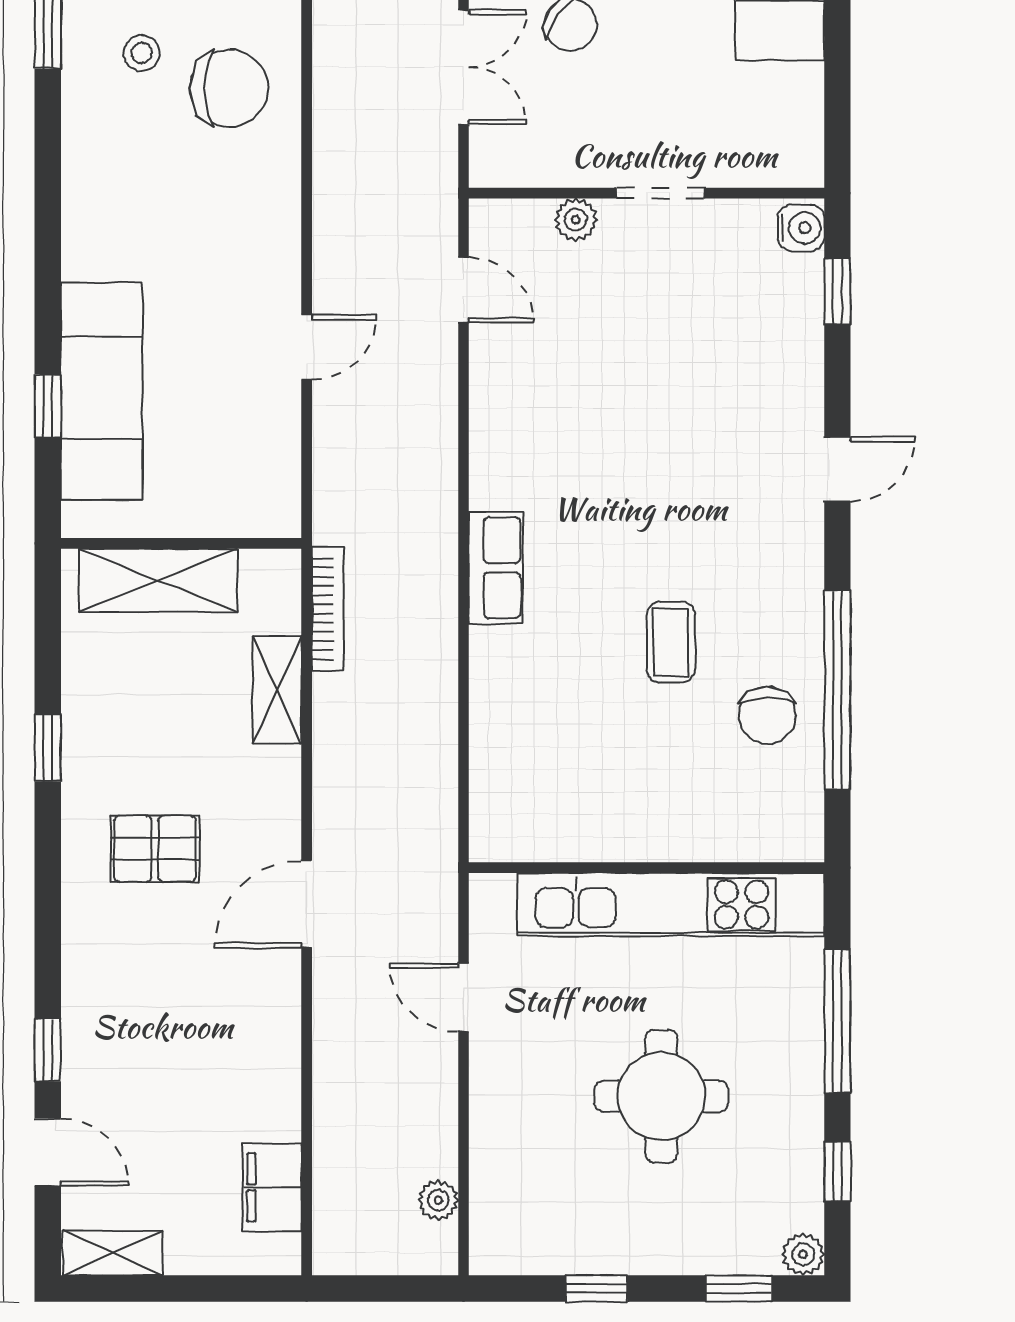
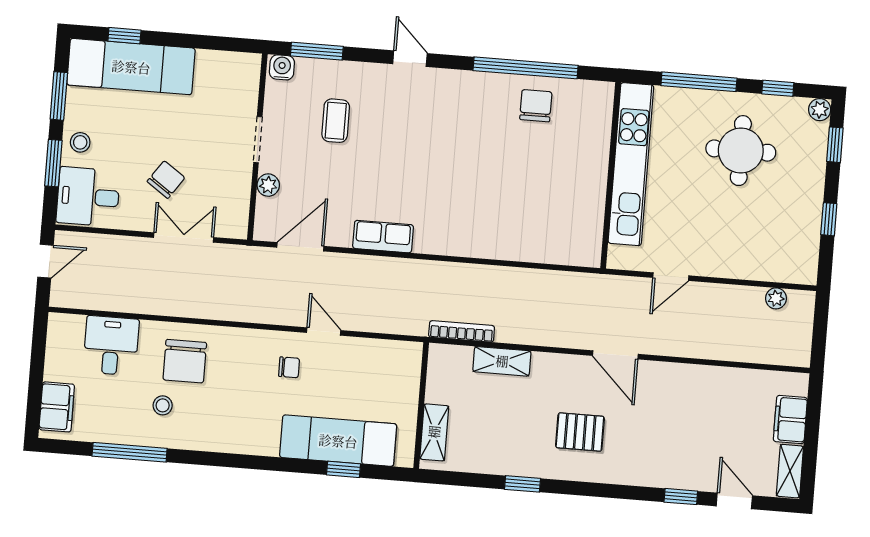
chair: (229, 88) -> (185, 361), turned 180
chair: (233, 287) -> (289, 367), added
door: (463, 290) -> (300, 247), width x1.38
window: (837, 291) -> (317, 51), width x1.50
row of seats: (496, 568) -> (383, 237), moved
shelving: (158, 580) -> (434, 432), width x0.67, depth x0.75
coffee table: (671, 642) -> (336, 121), moved, turned 90
chair: (767, 715) -> (536, 106), turned -90
pallet: (155, 849) -> (580, 432), turned 90
round table: (661, 1096) -> (741, 151), moved
door: (48, 1152) -> (734, 501), hinge flipped
filing cabinet: (272, 1187) -> (790, 420), moved, turned 90

